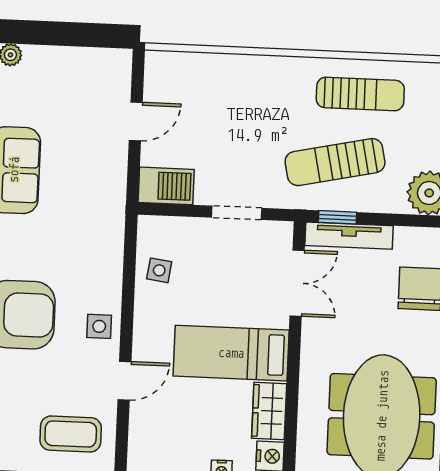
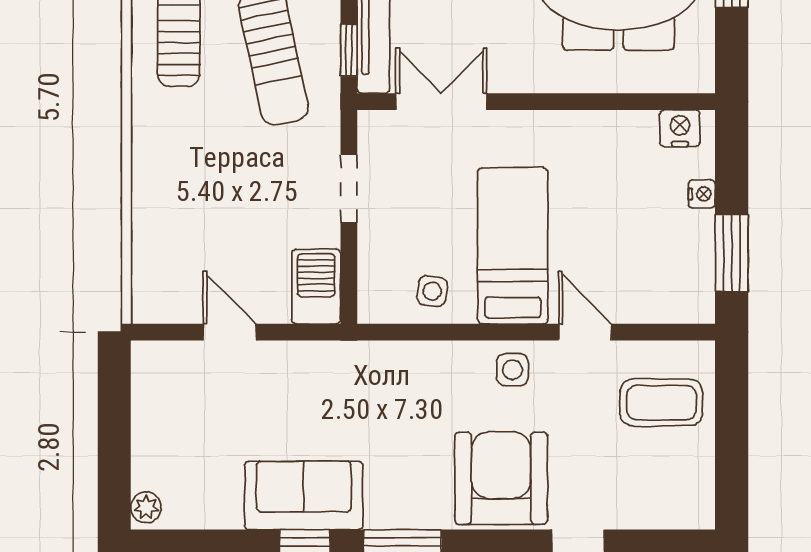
bed: (231, 353) -> (513, 246), moved, turned 180
wardrobe: (269, 411) -> (618, 132), removed
coffee table: (71, 434) -> (661, 402), turned 90

